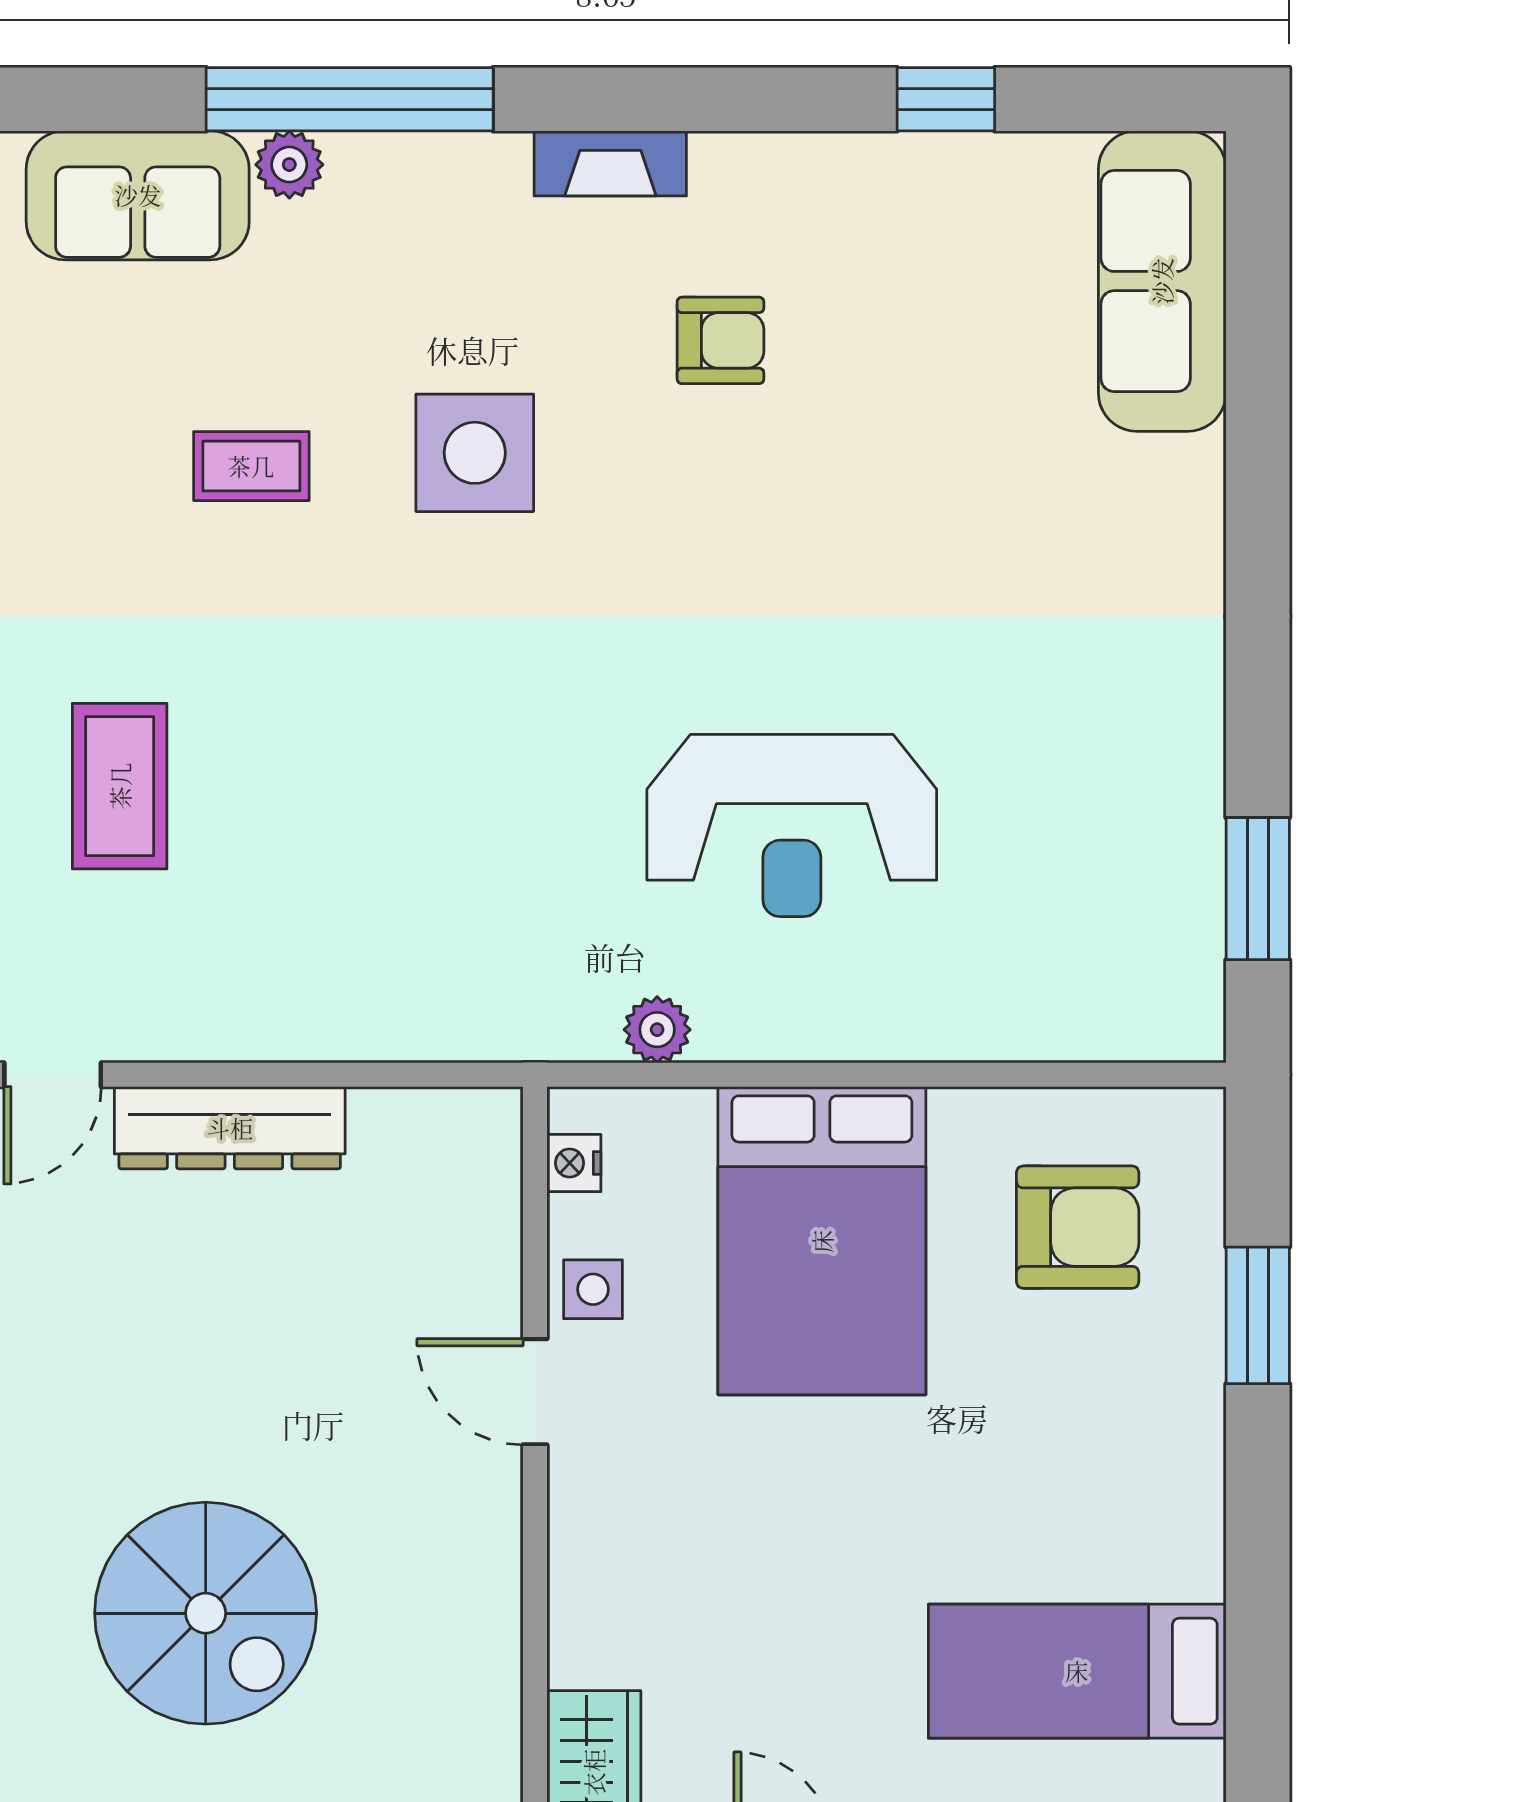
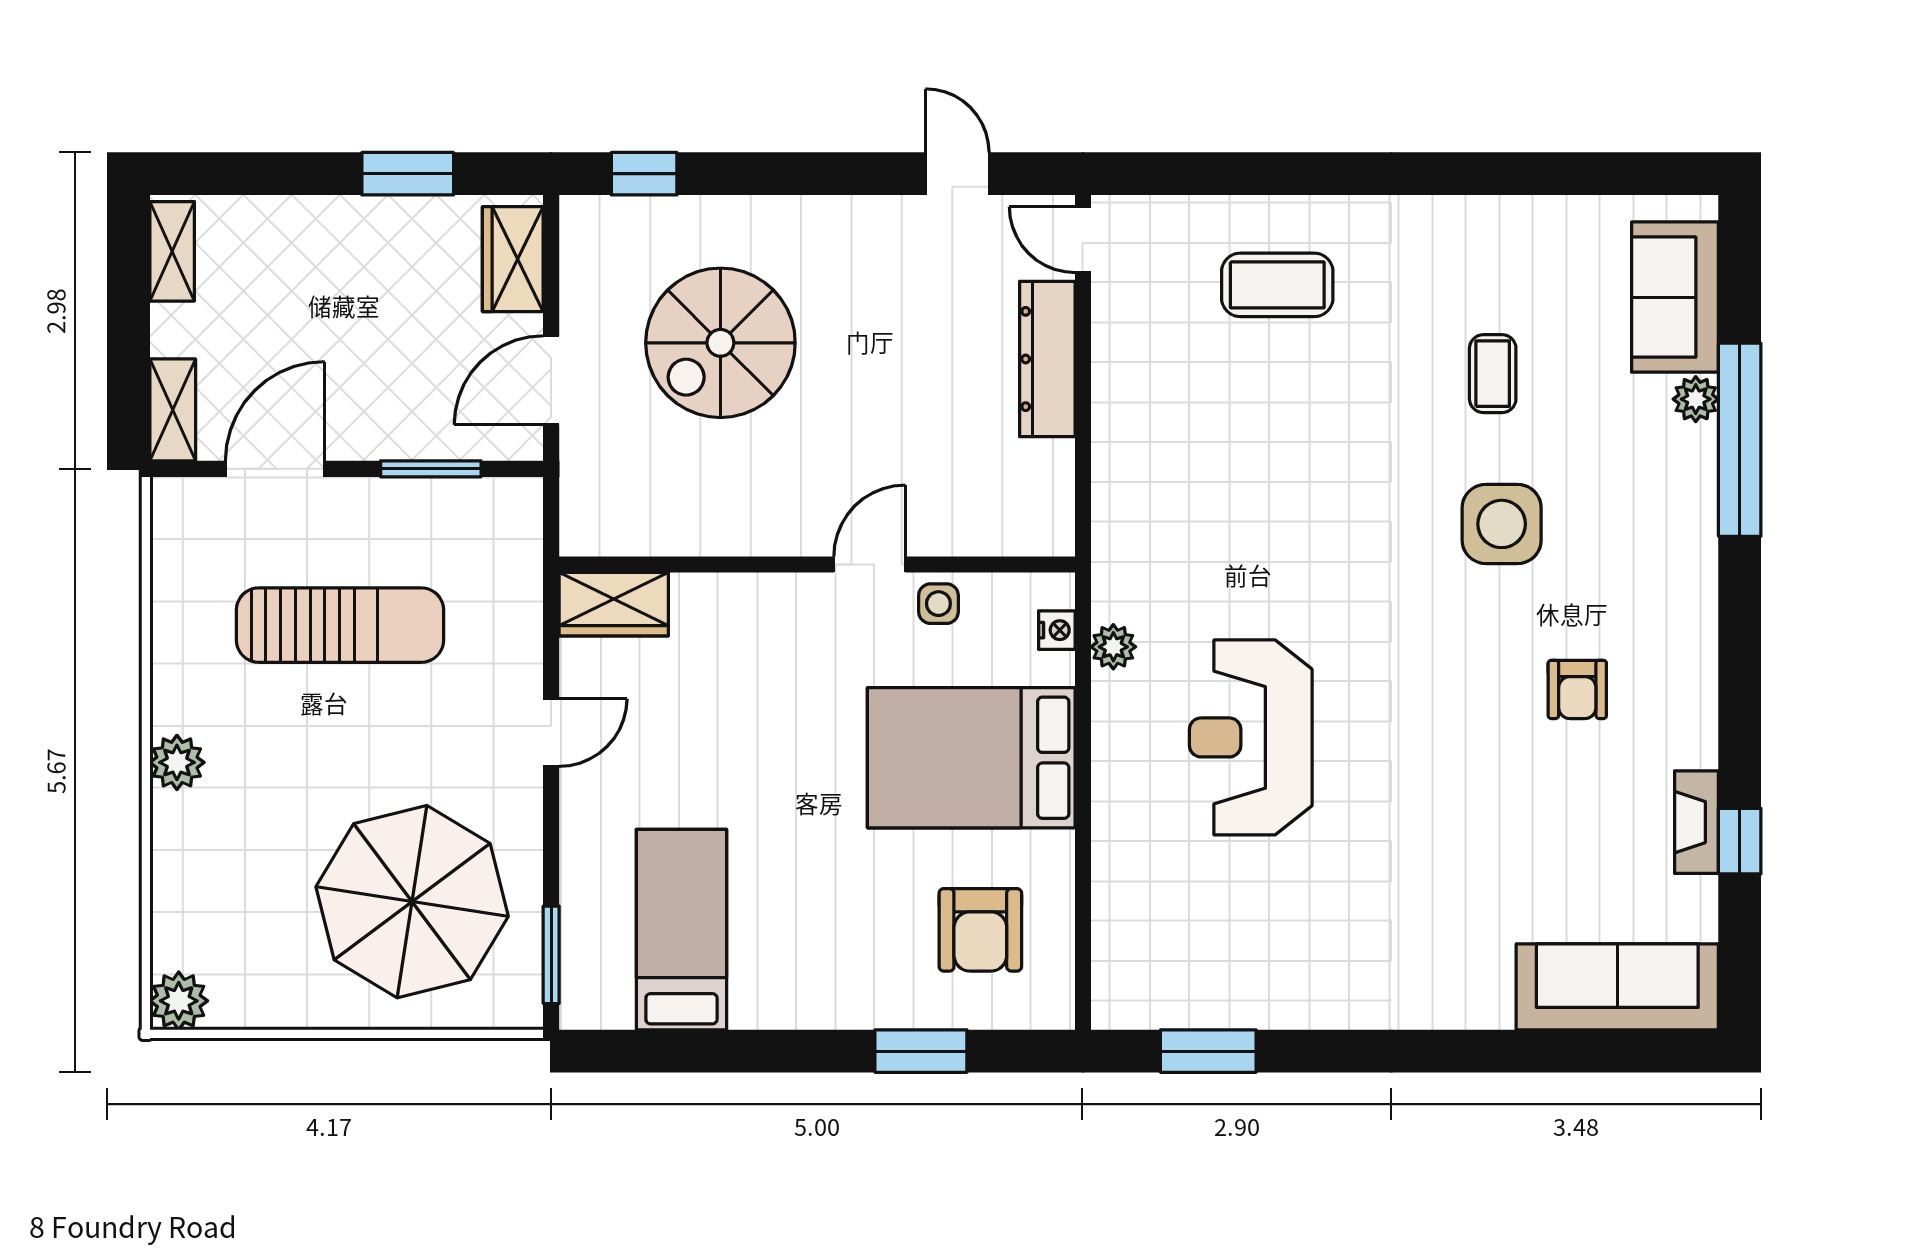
fireplace: (610, 163) -> (1697, 822), moved
nightstand: (574, 1163) -> (1057, 630), moved, turned 90

